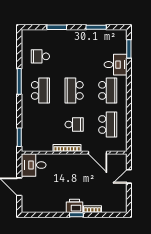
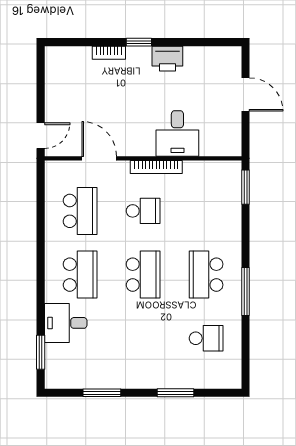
school desk: (108, 90) -> (80, 275), turned 180
school desk: (74, 124) -> (143, 211), turned 180
school desk: (108, 124) -> (80, 211), turned 180
desk: (34, 165) -> (177, 133), moved, turned 90
door: (129, 176) -> (41, 136), moved
printer: (75, 206) -> (167, 59), moved

